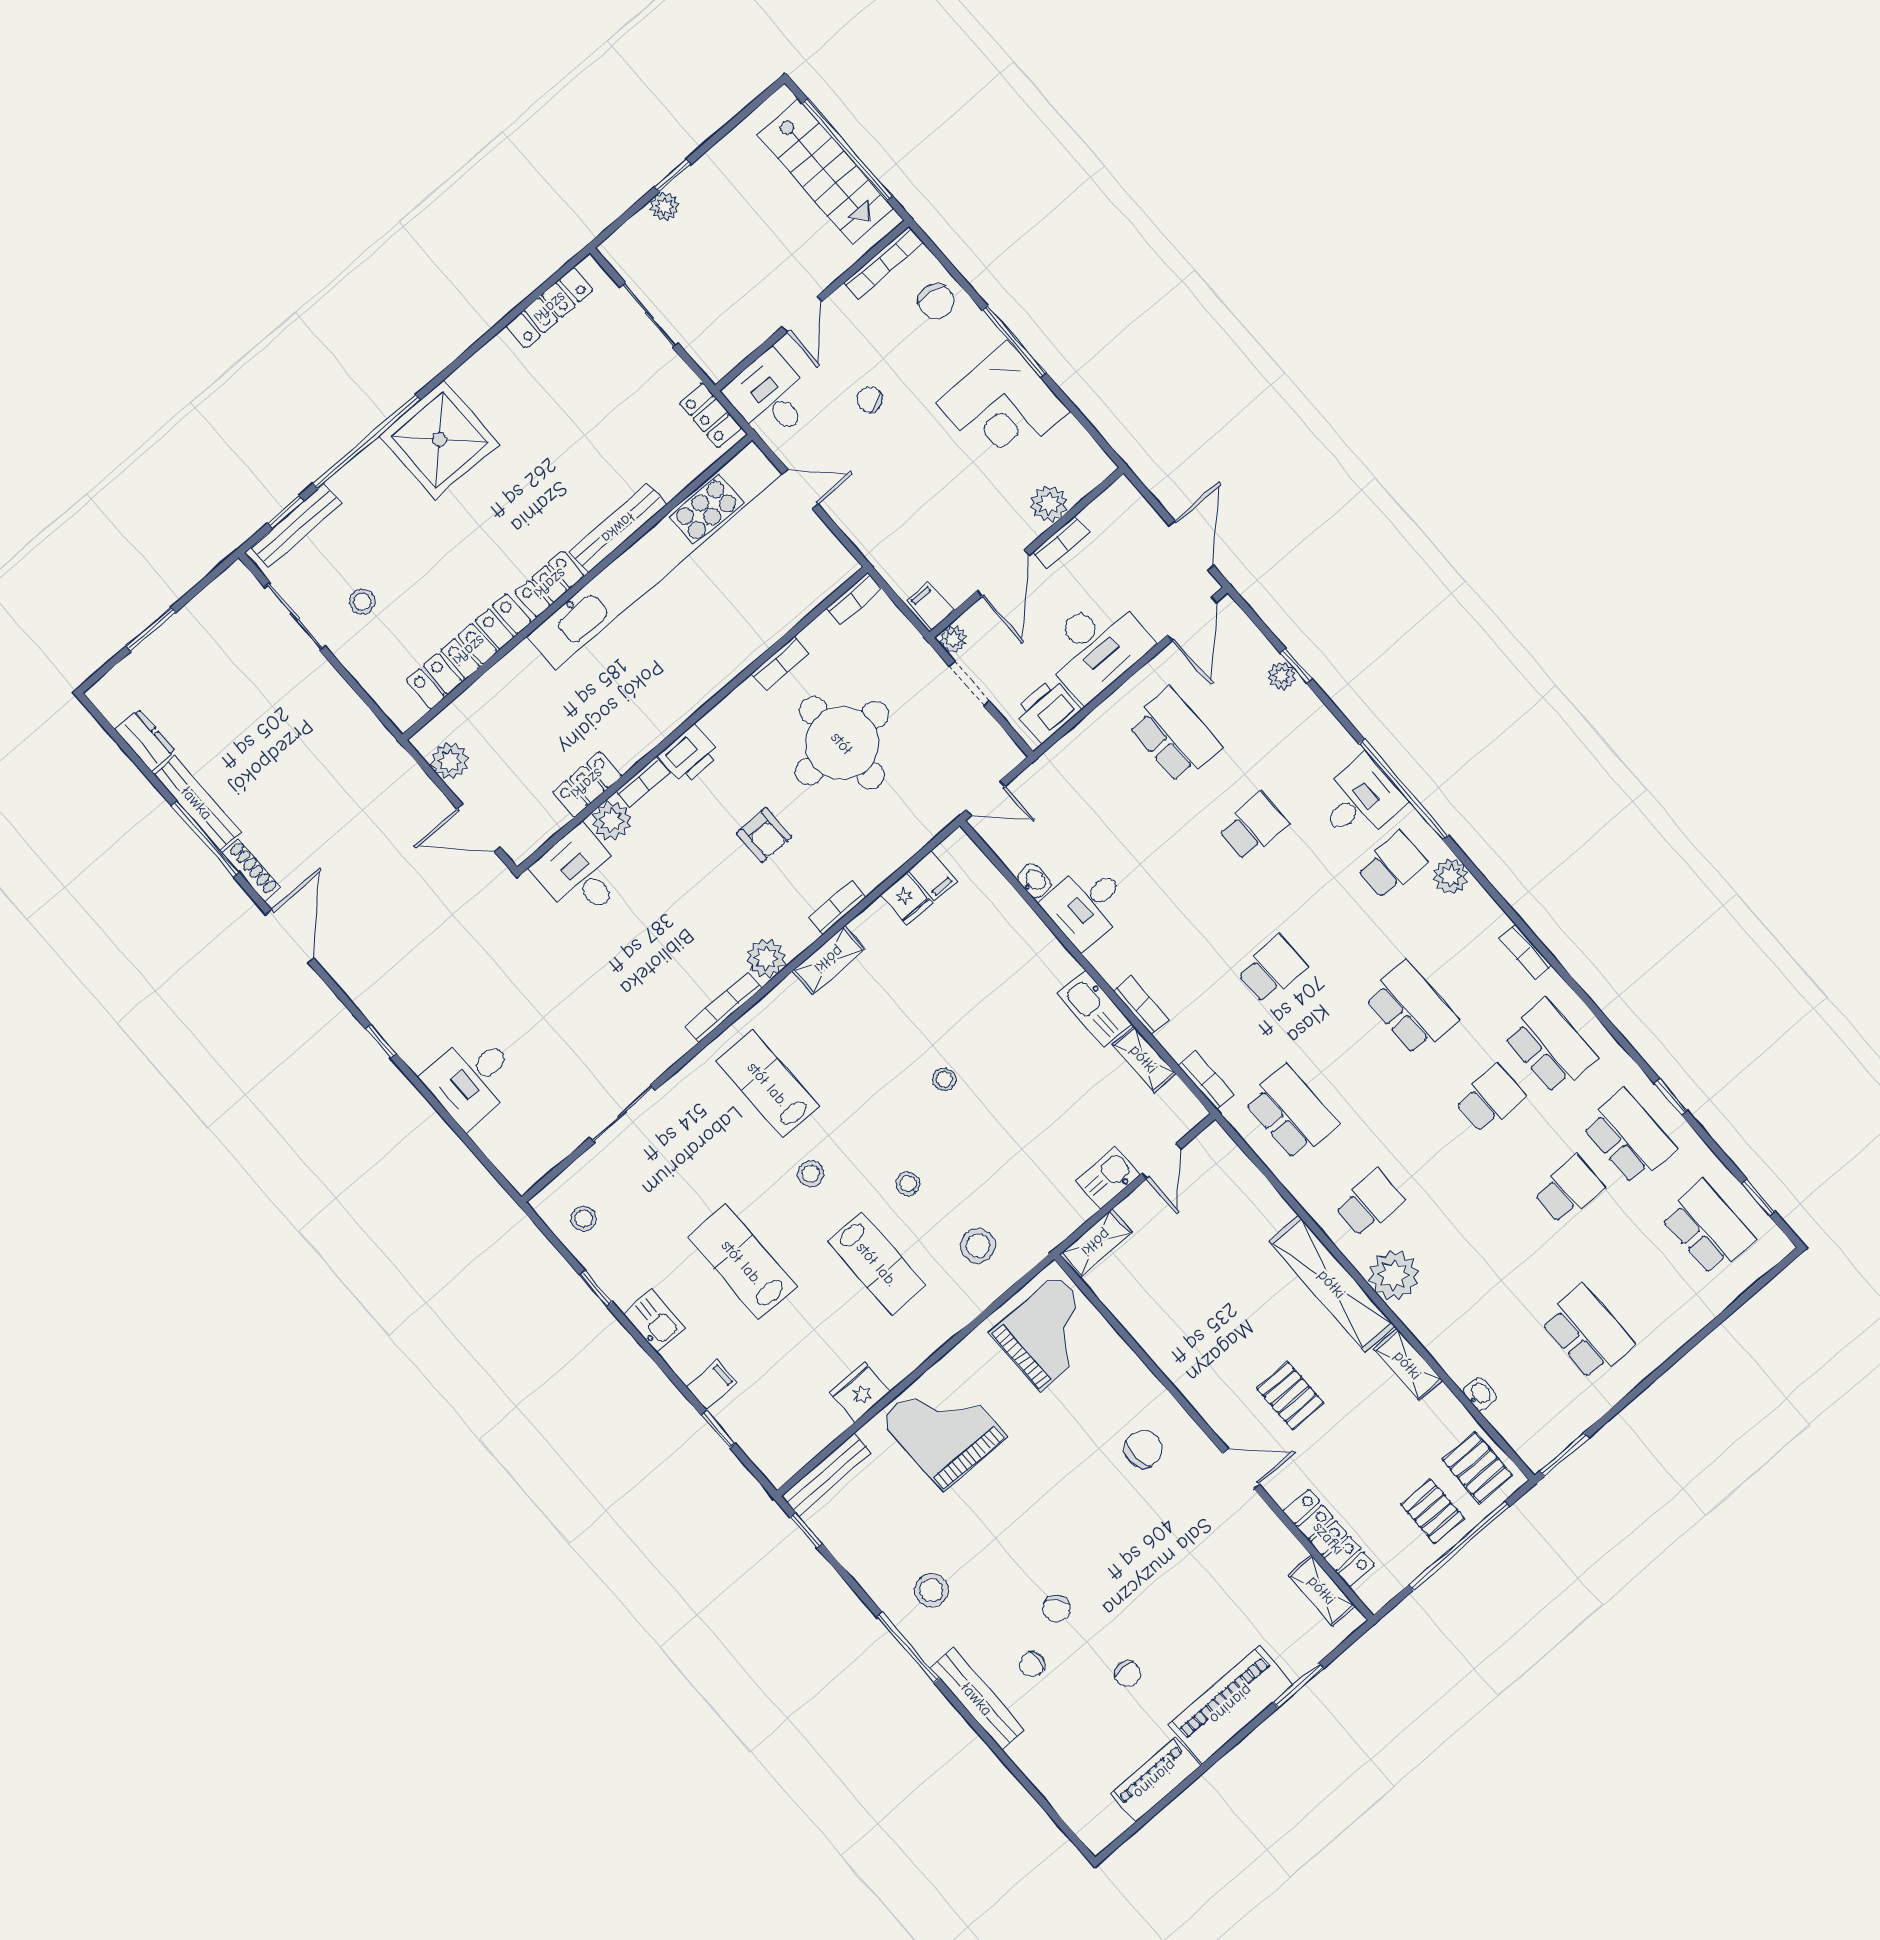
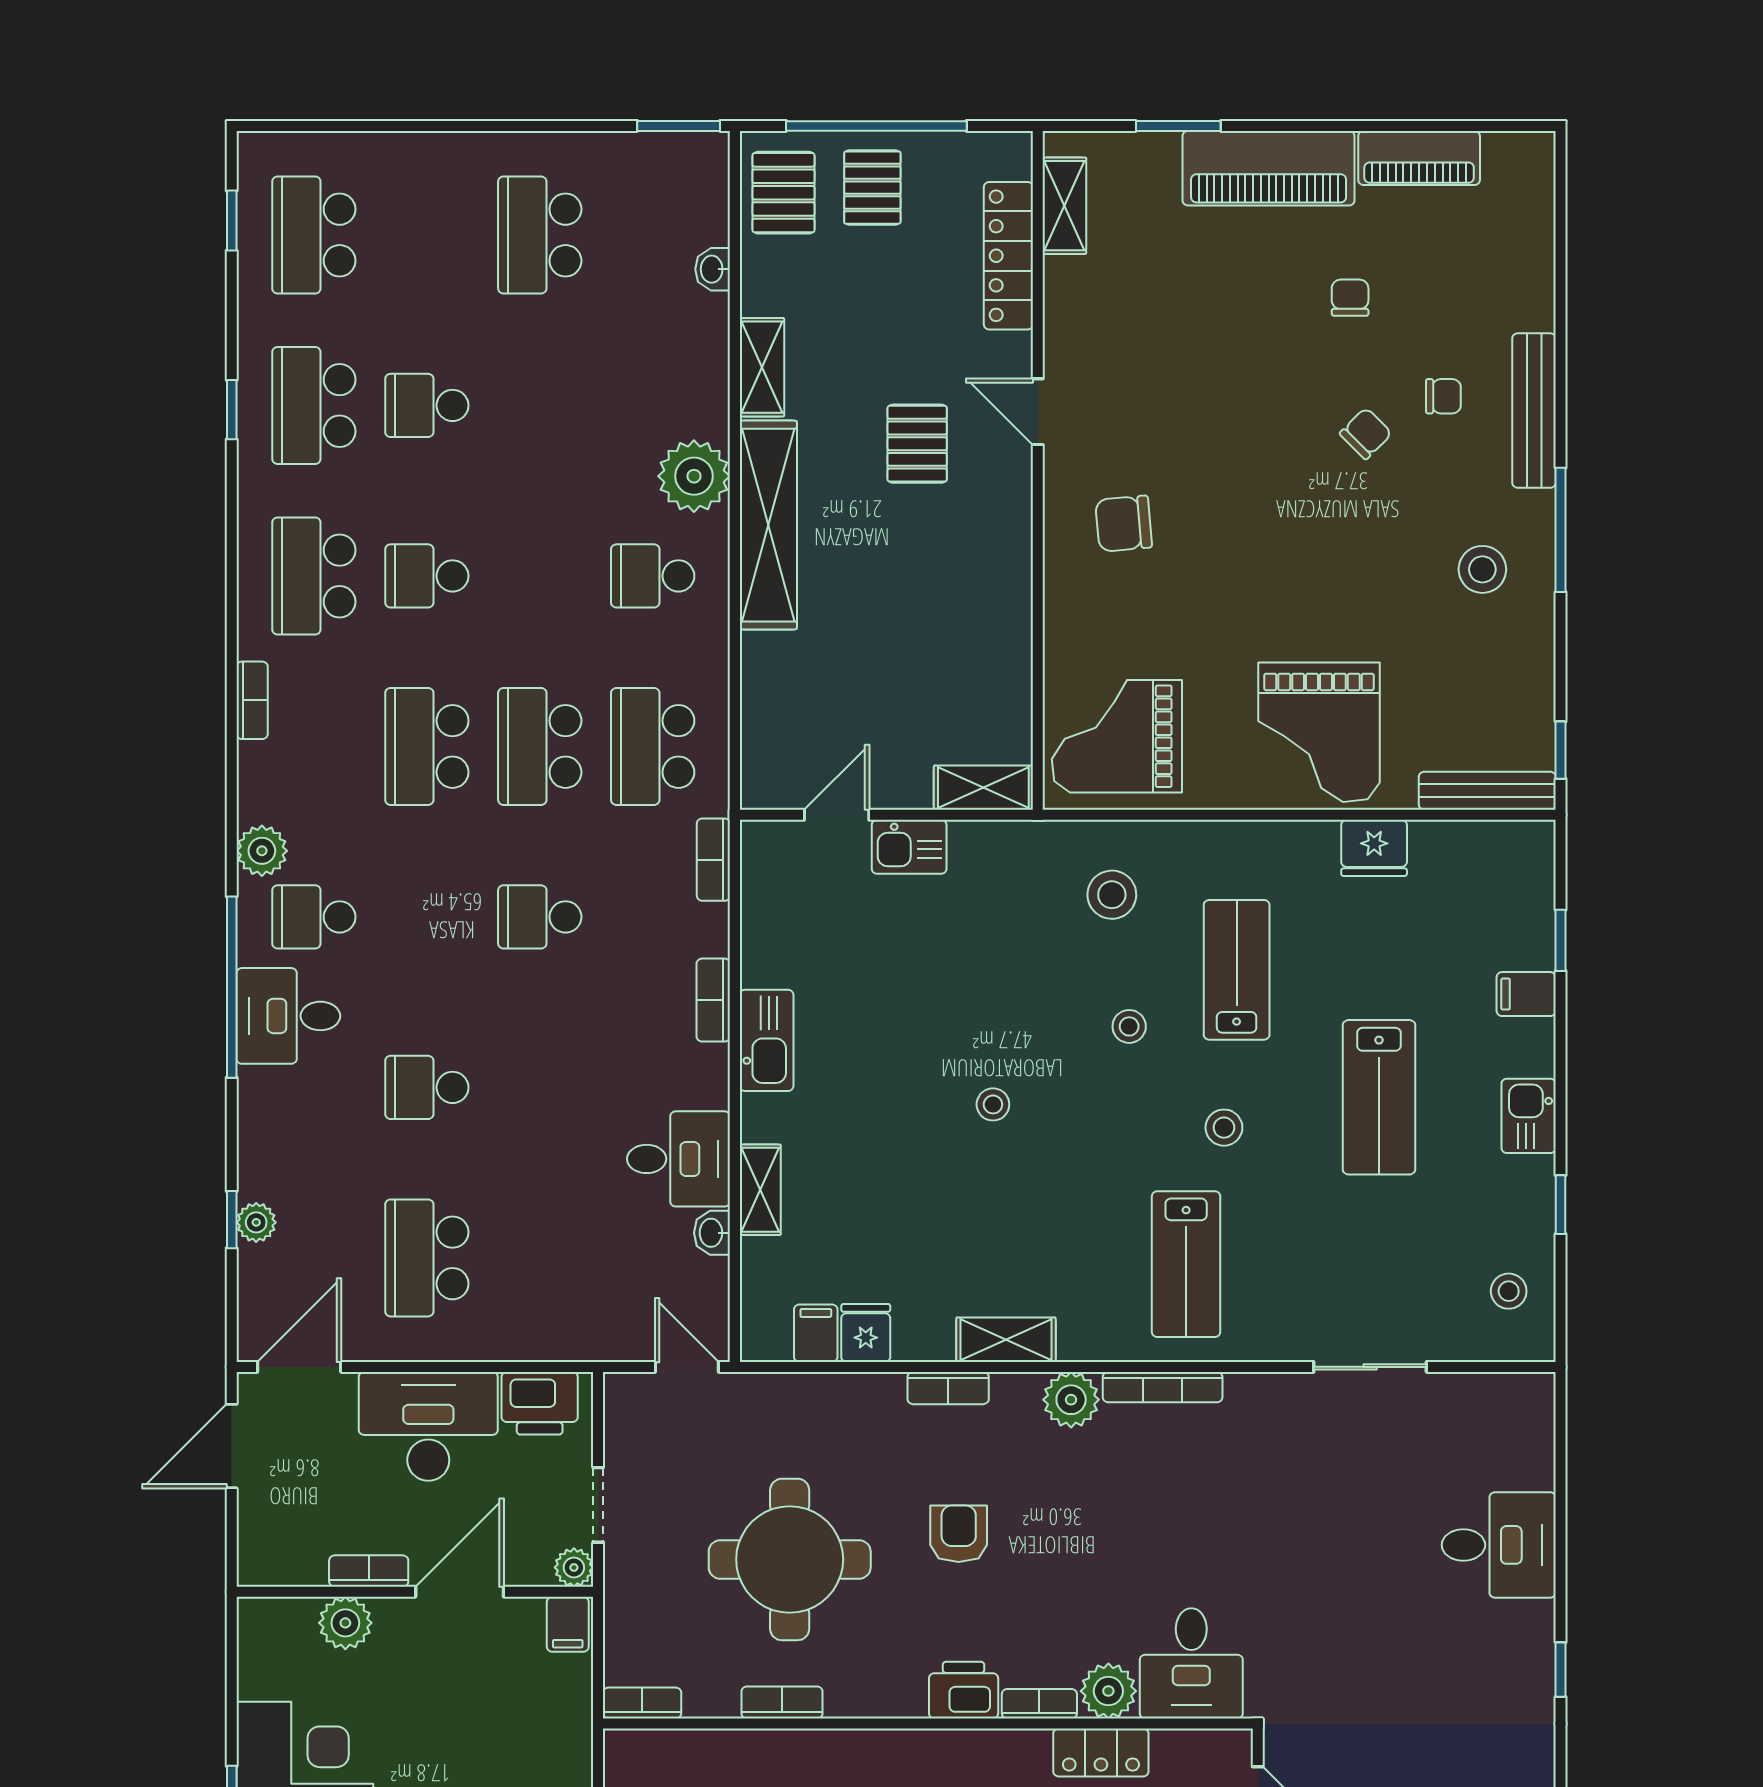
shelving: (1144, 1059) -> (760, 1190), moved
school desk: (1351, 1060) -> (540, 746), added

